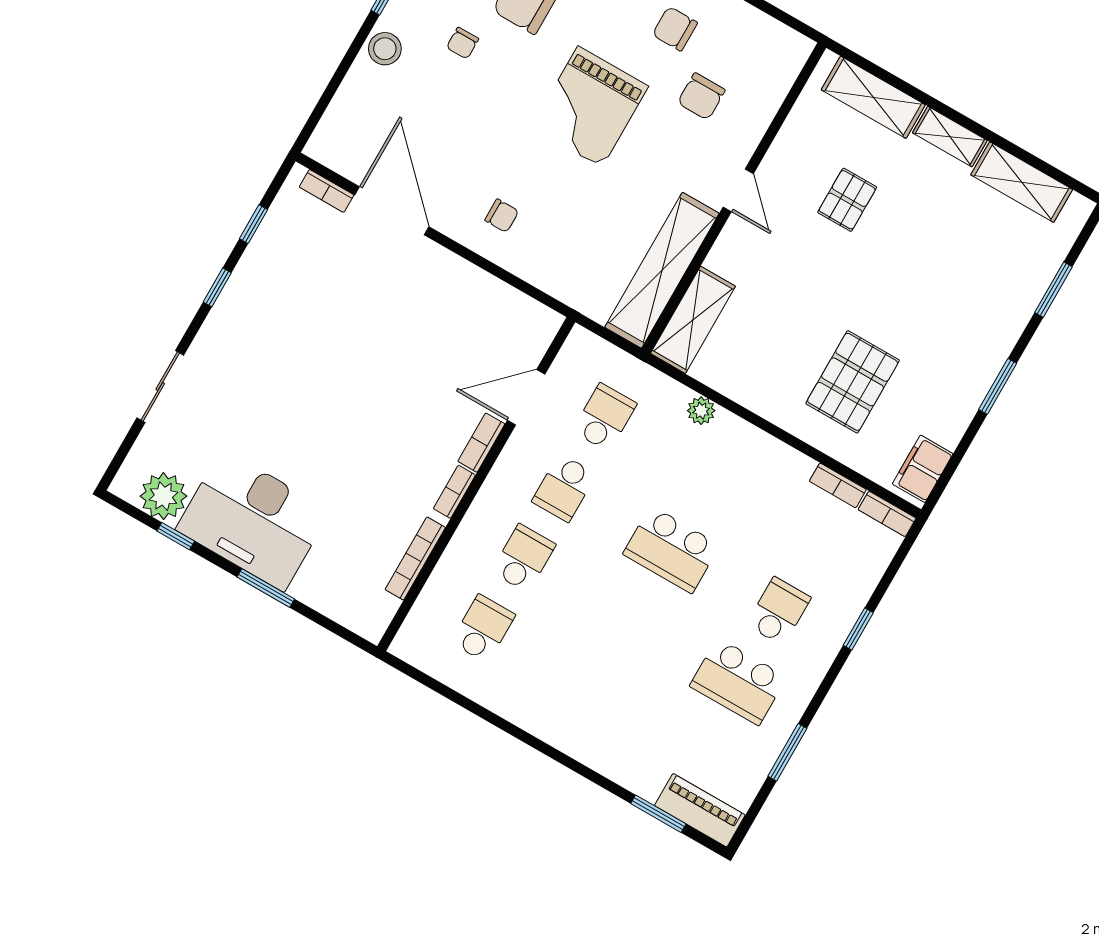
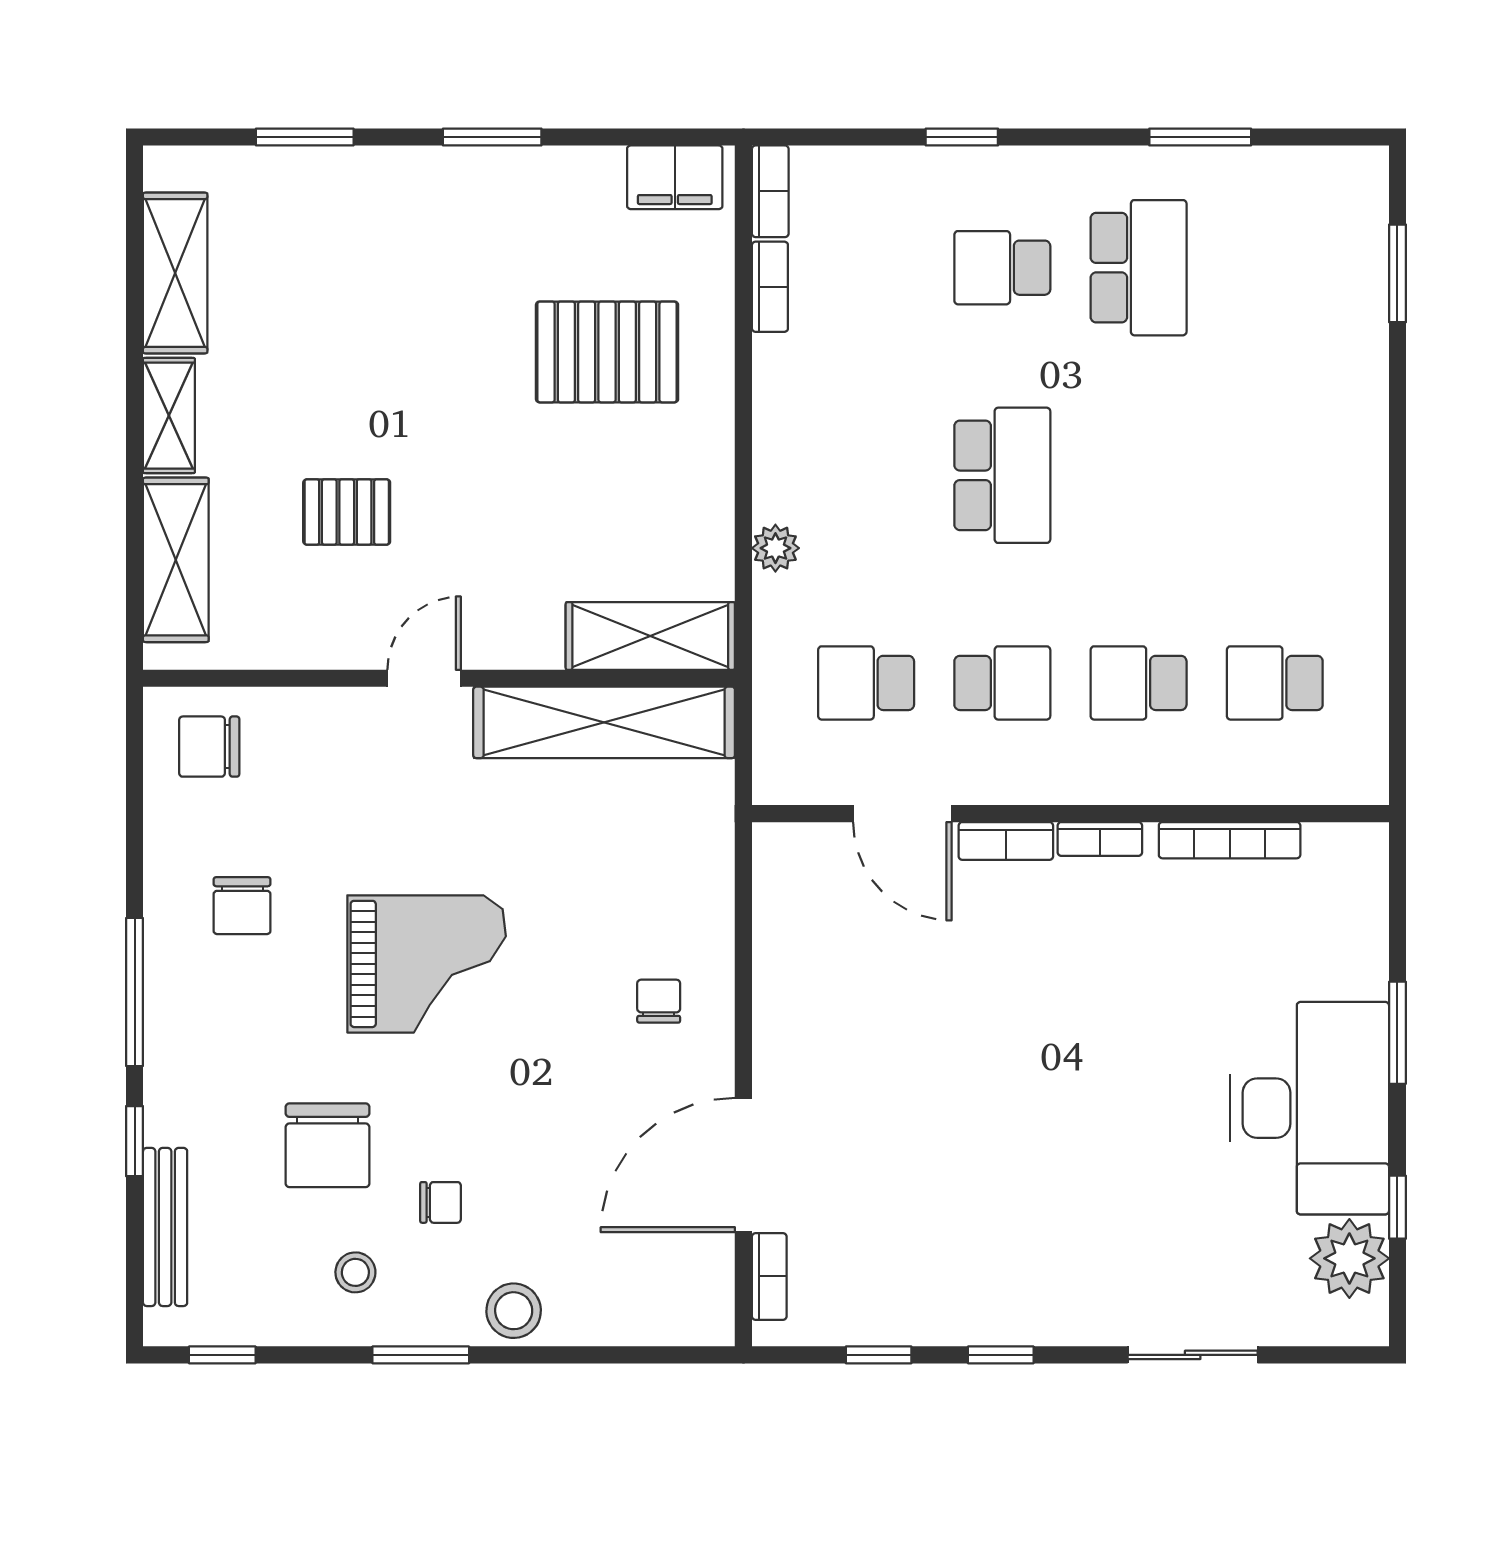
chair: (701, 96) -> (209, 747), moved, turned 180
piano: (700, 810) -> (1358, 216), removed

